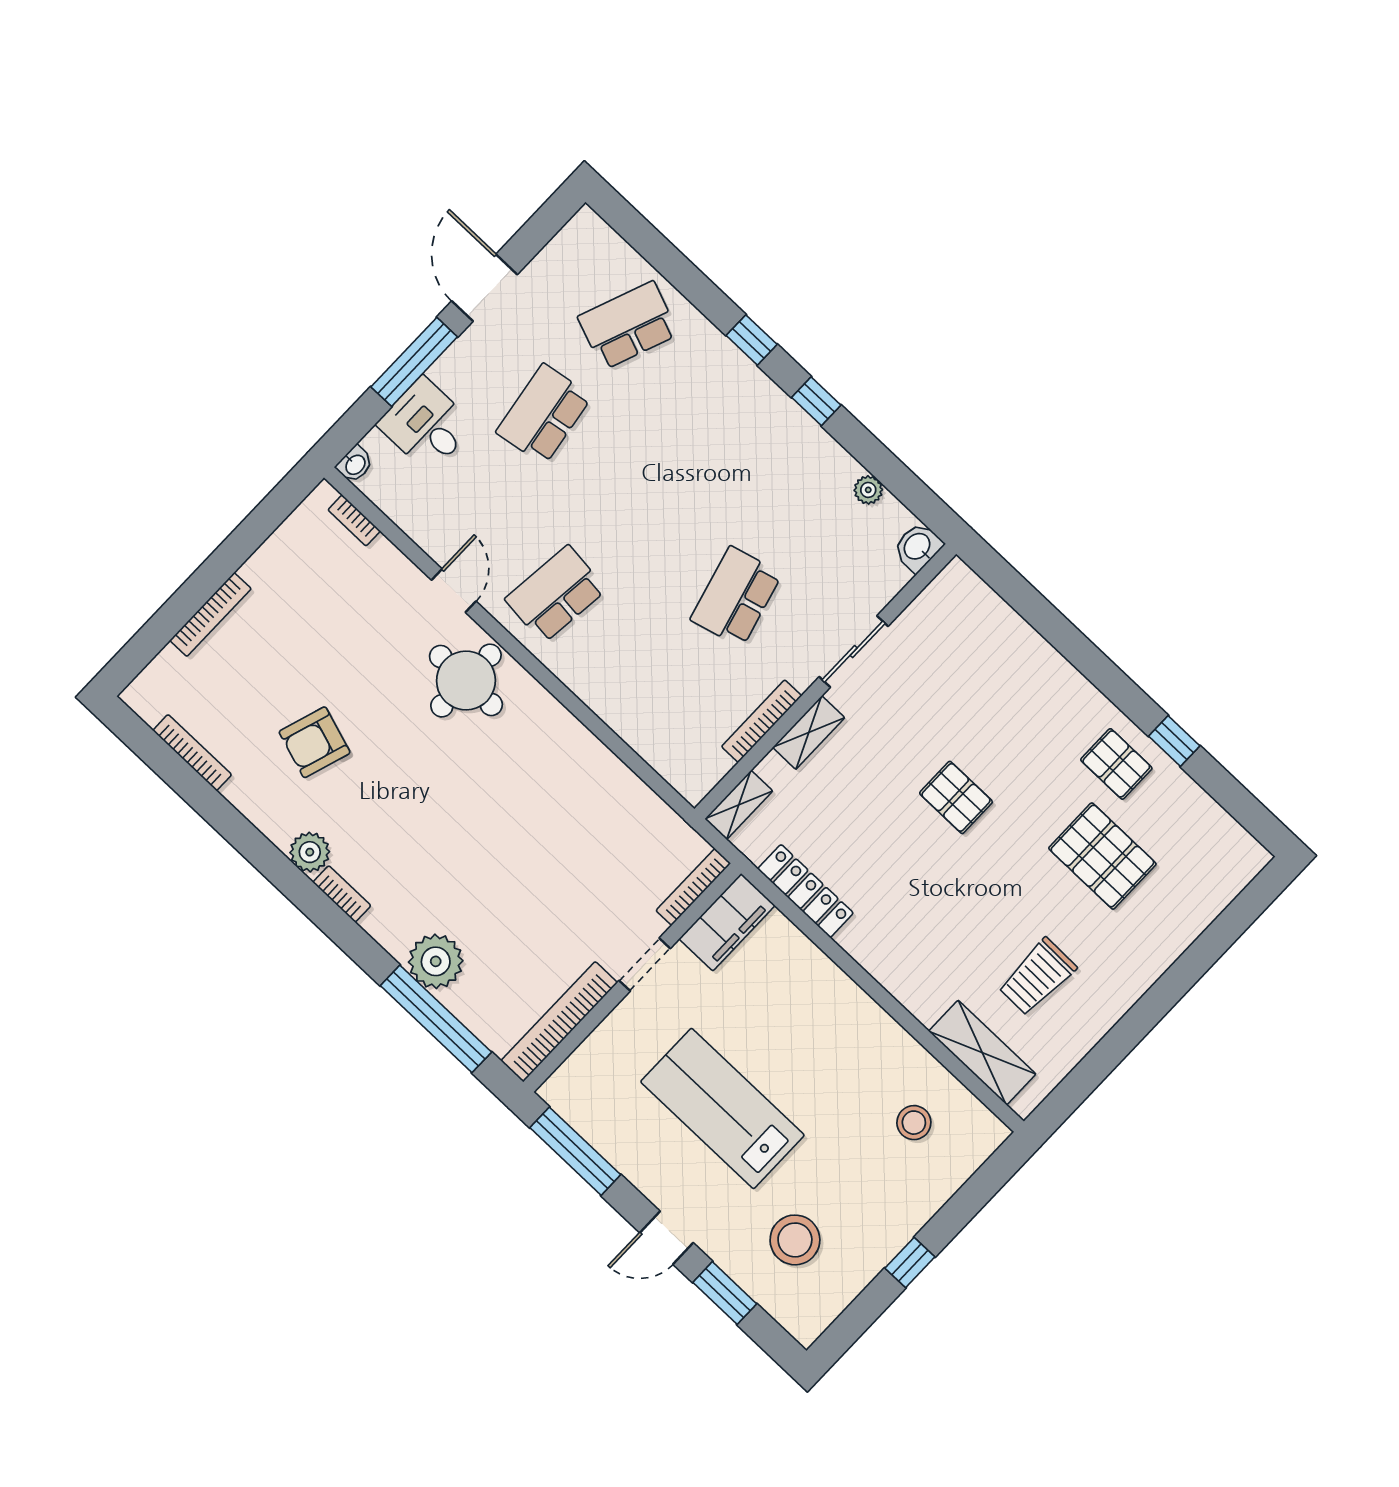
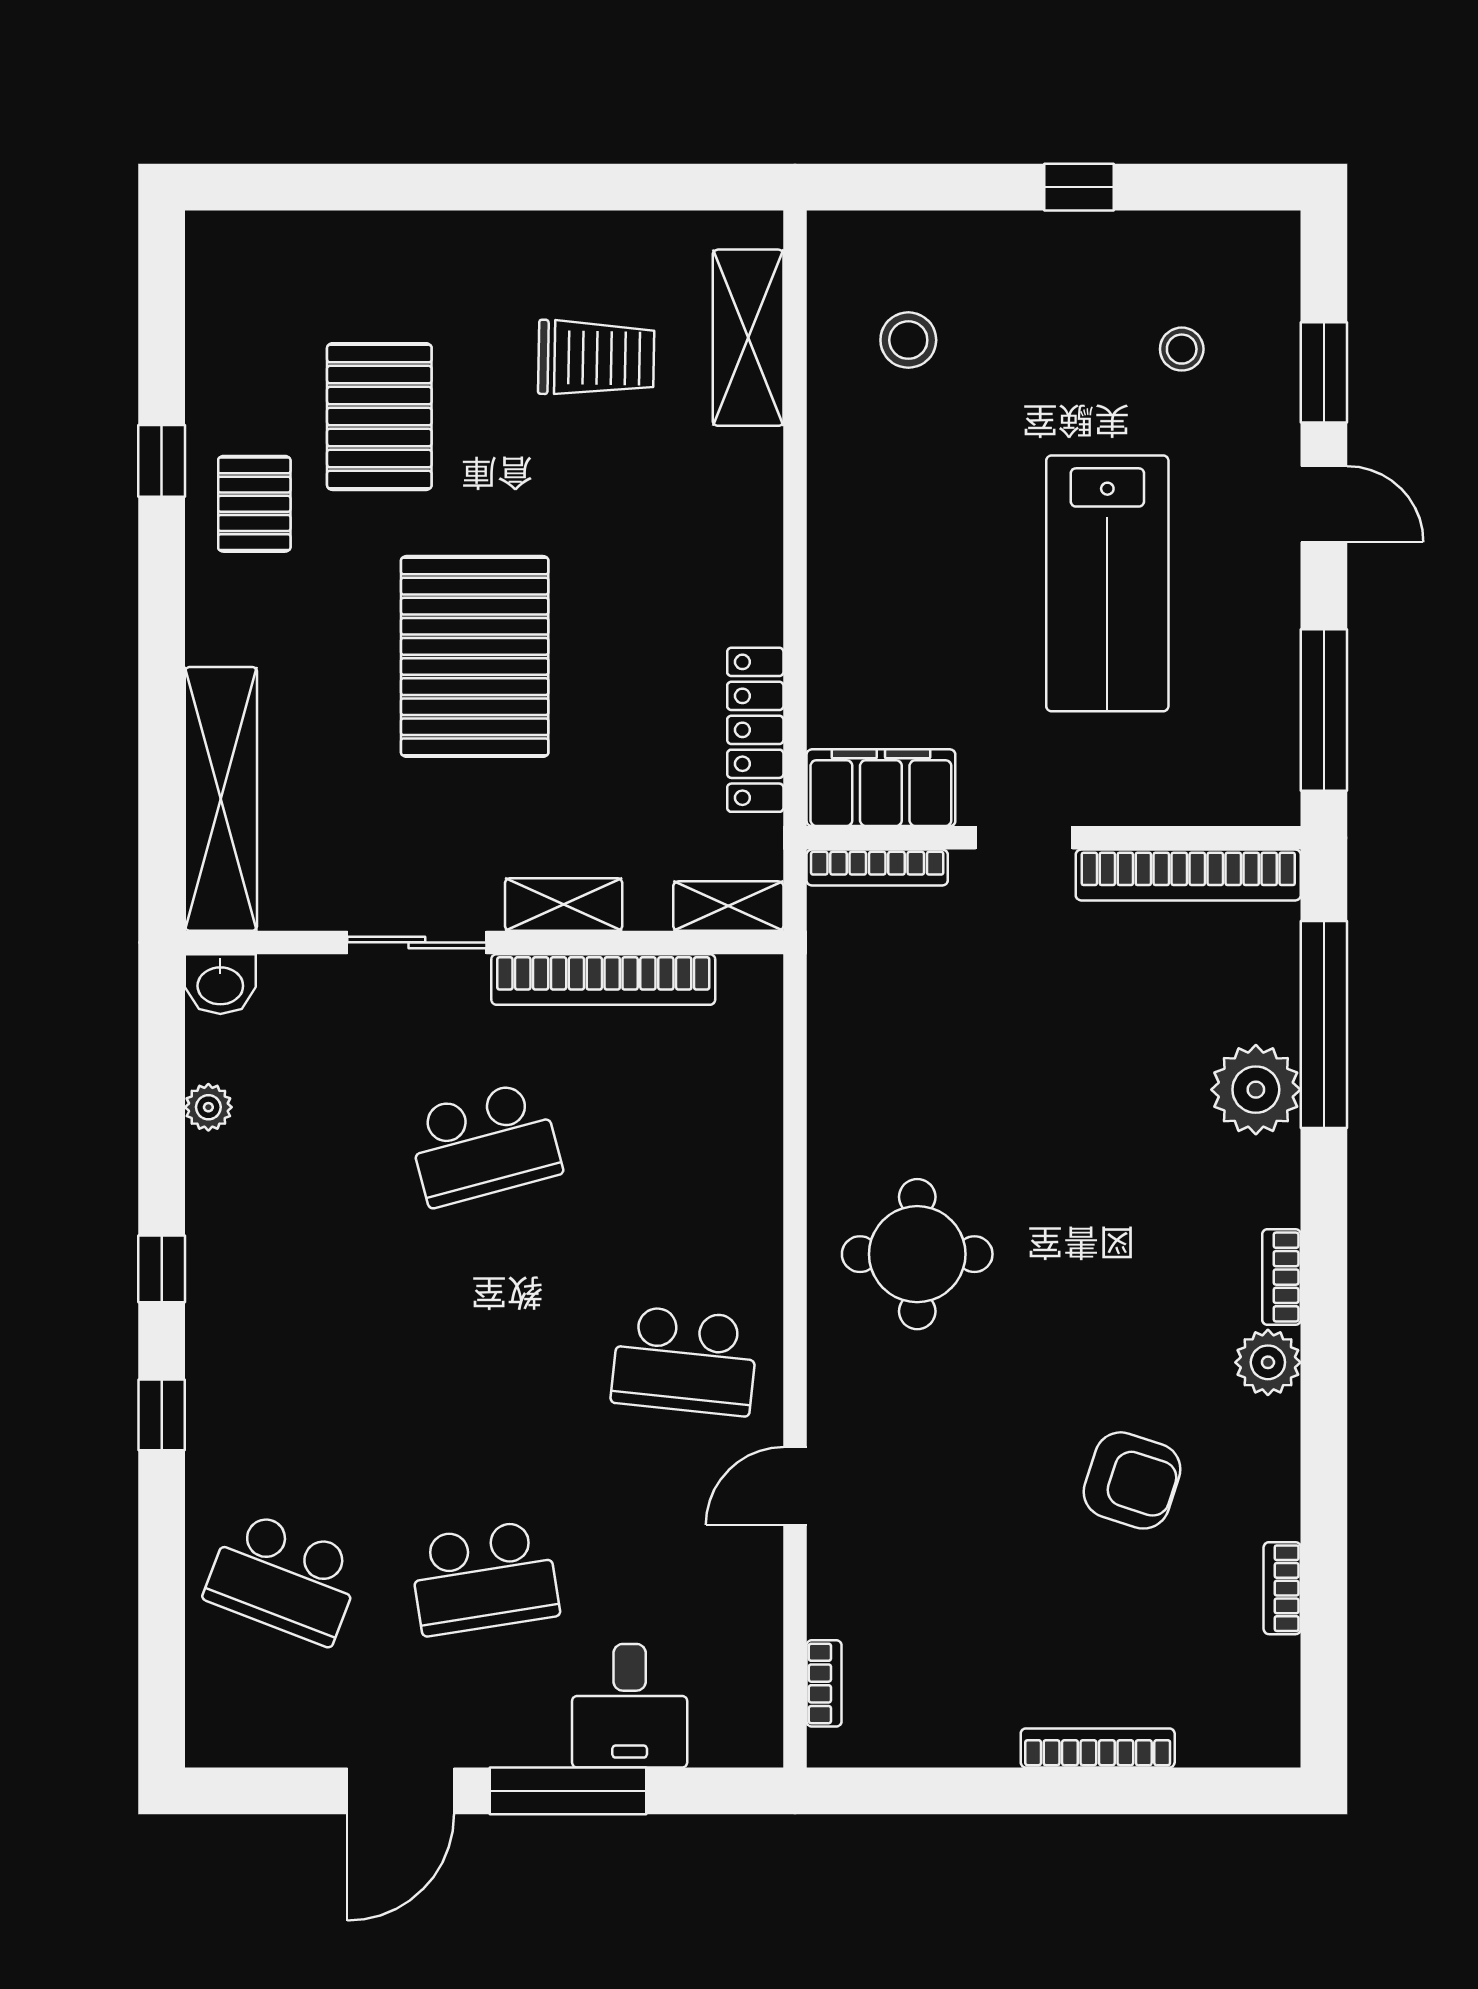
washbasin: (355, 464) -> (757, 1746), removed
shelving: (1000, 625) -> (221, 799), added
round table: (466, 681) -> (917, 1254), moved
bookcase: (762, 721) -> (603, 979), width x1.48, depth x1.31
bookcase: (192, 753) -> (1282, 1588), width x0.64
pallet: (956, 797) -> (475, 656), width x2.05, depth x2.00
stool: (795, 1240) -> (1182, 349), width x0.53, depth x0.53

